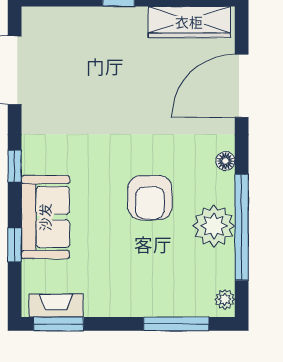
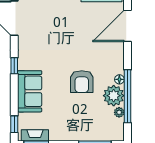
floor lamp: (225, 161) -> (119, 79), moved
window: (15, 245) -> (14, 124), moved
plant: (225, 299) -> (119, 112), moved

